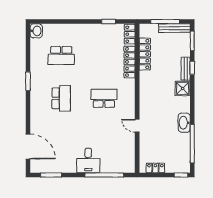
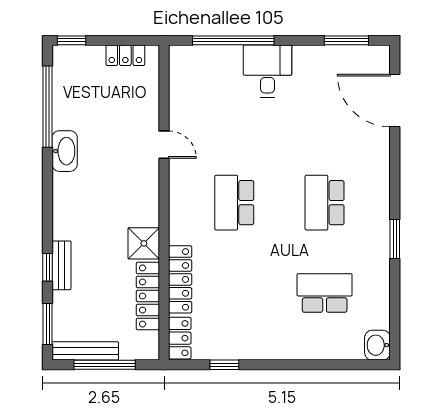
shower: (183, 88) -> (144, 243), moved
school desk: (104, 98) -> (234, 203), turned 90

